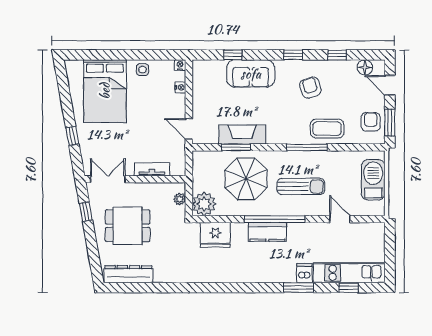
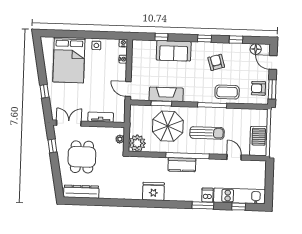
armchair: (371, 122) -> (258, 88), turned -90
barbecue: (373, 180) -> (259, 141), moved
dining table: (128, 226) -> (82, 157), turned 90
fridge: (215, 235) -> (153, 191), moved, turned 180

